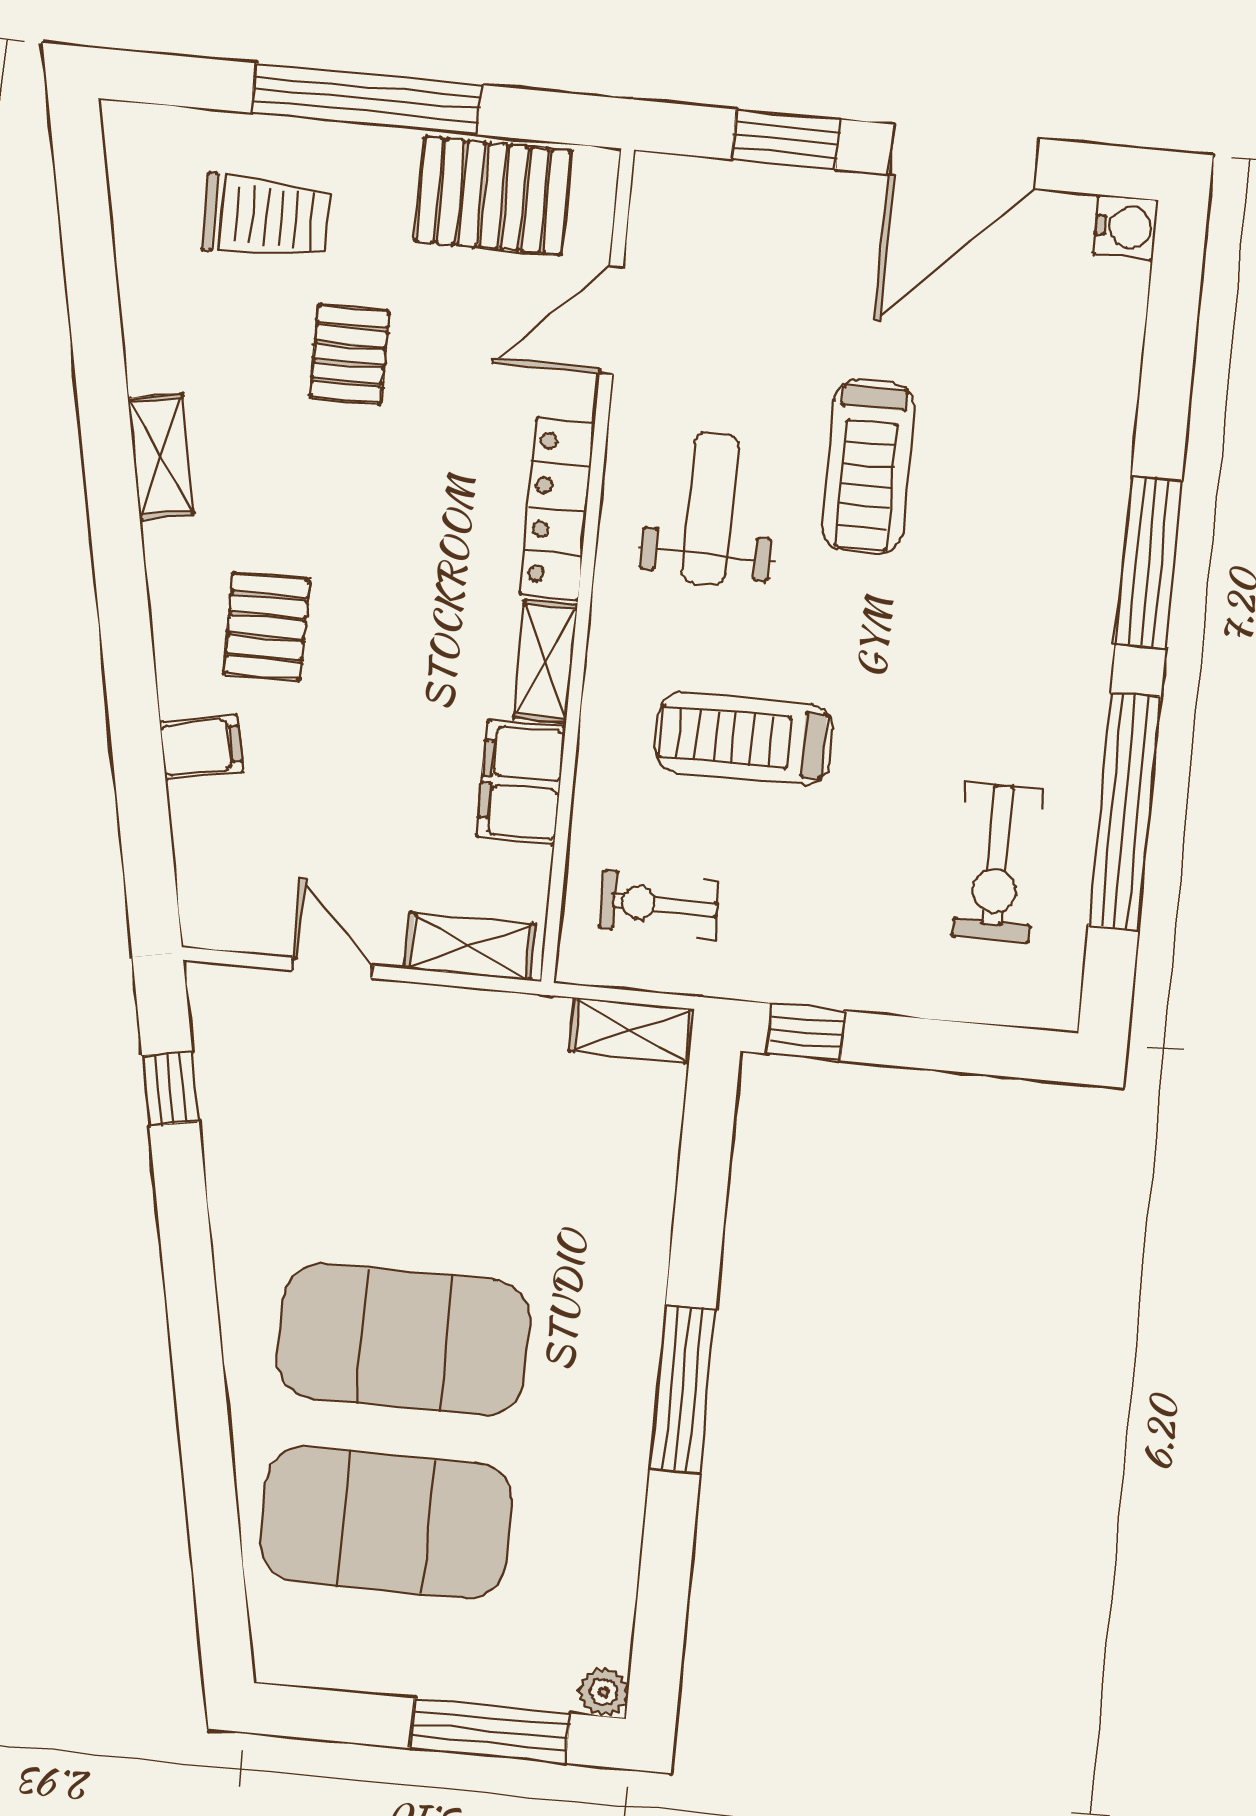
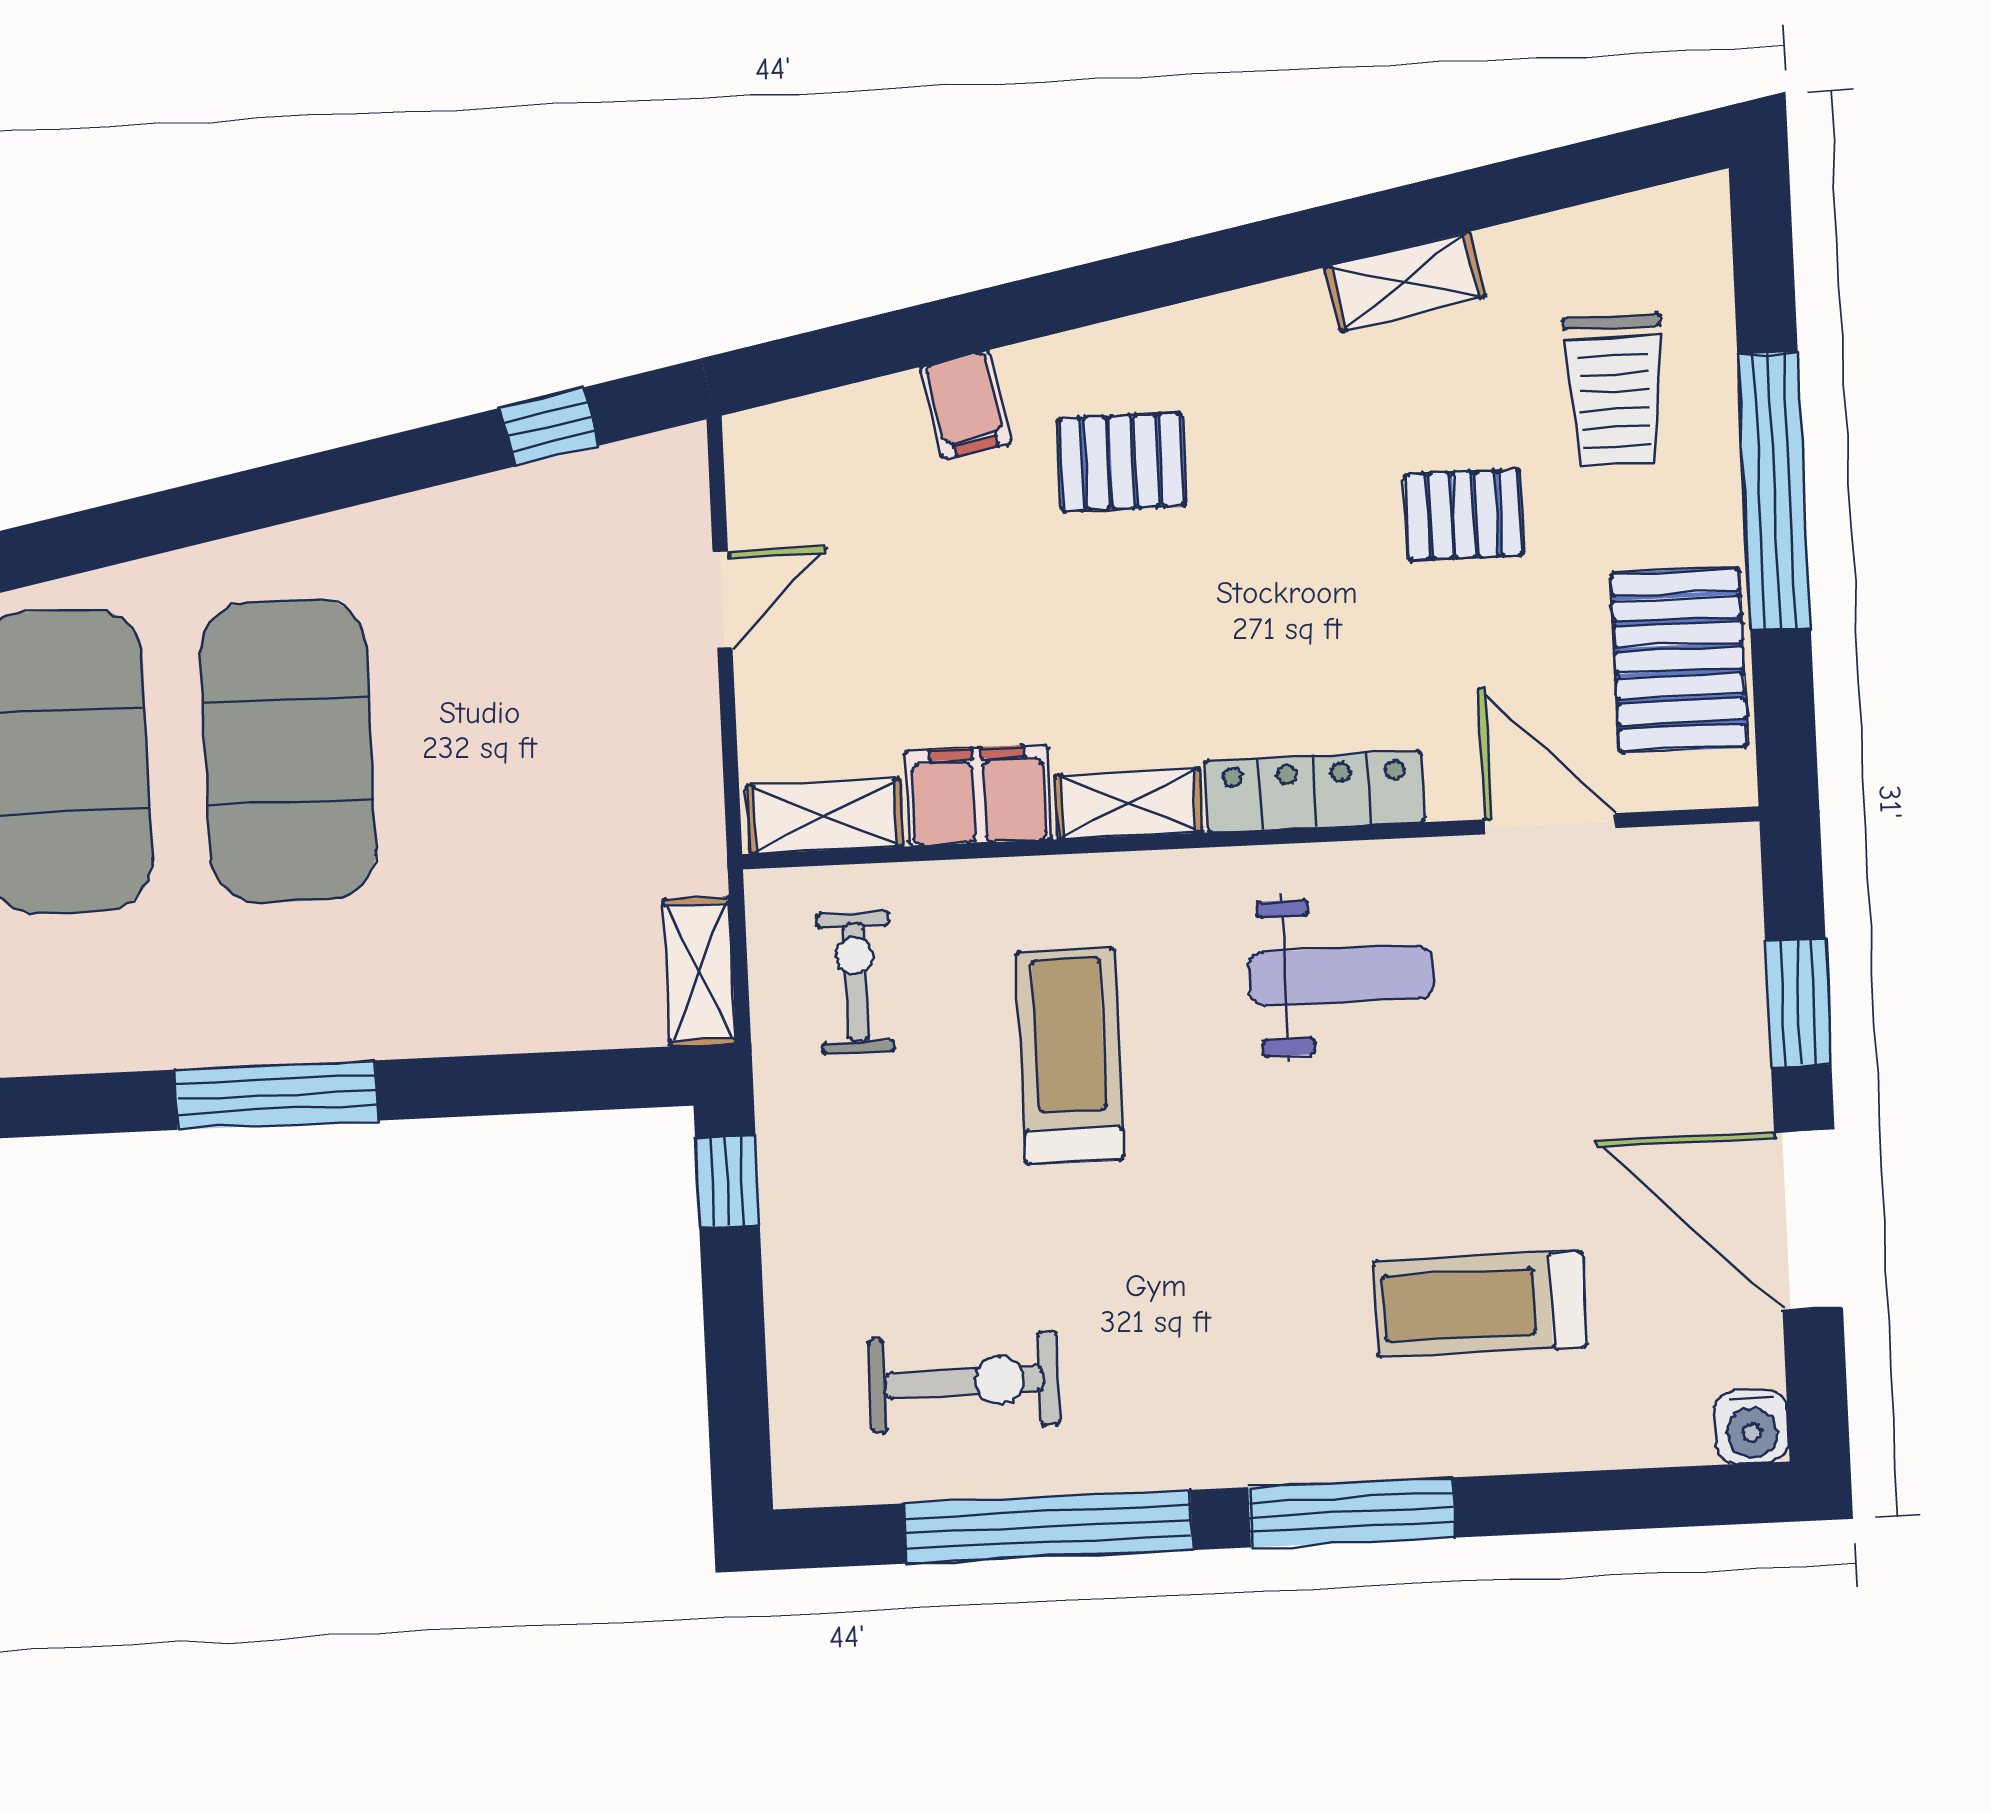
shelving: (161, 456) -> (1405, 282), moved
treadmill: (868, 466) -> (1480, 1304), moved
exercise bike: (997, 863) -> (964, 1382), turned 180
shelving: (470, 946) -> (825, 816), moved, turned 90

